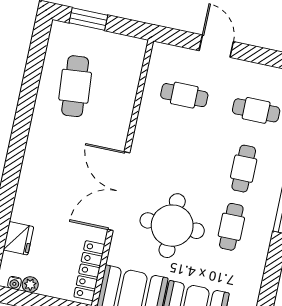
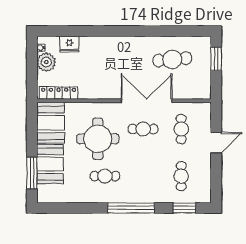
cafe table: (244, 169) -> (143, 129), moved
double door: (119, 191) -> (147, 101), moved
plant: (30, 285) -> (46, 62), width x1.88, depth x1.88

